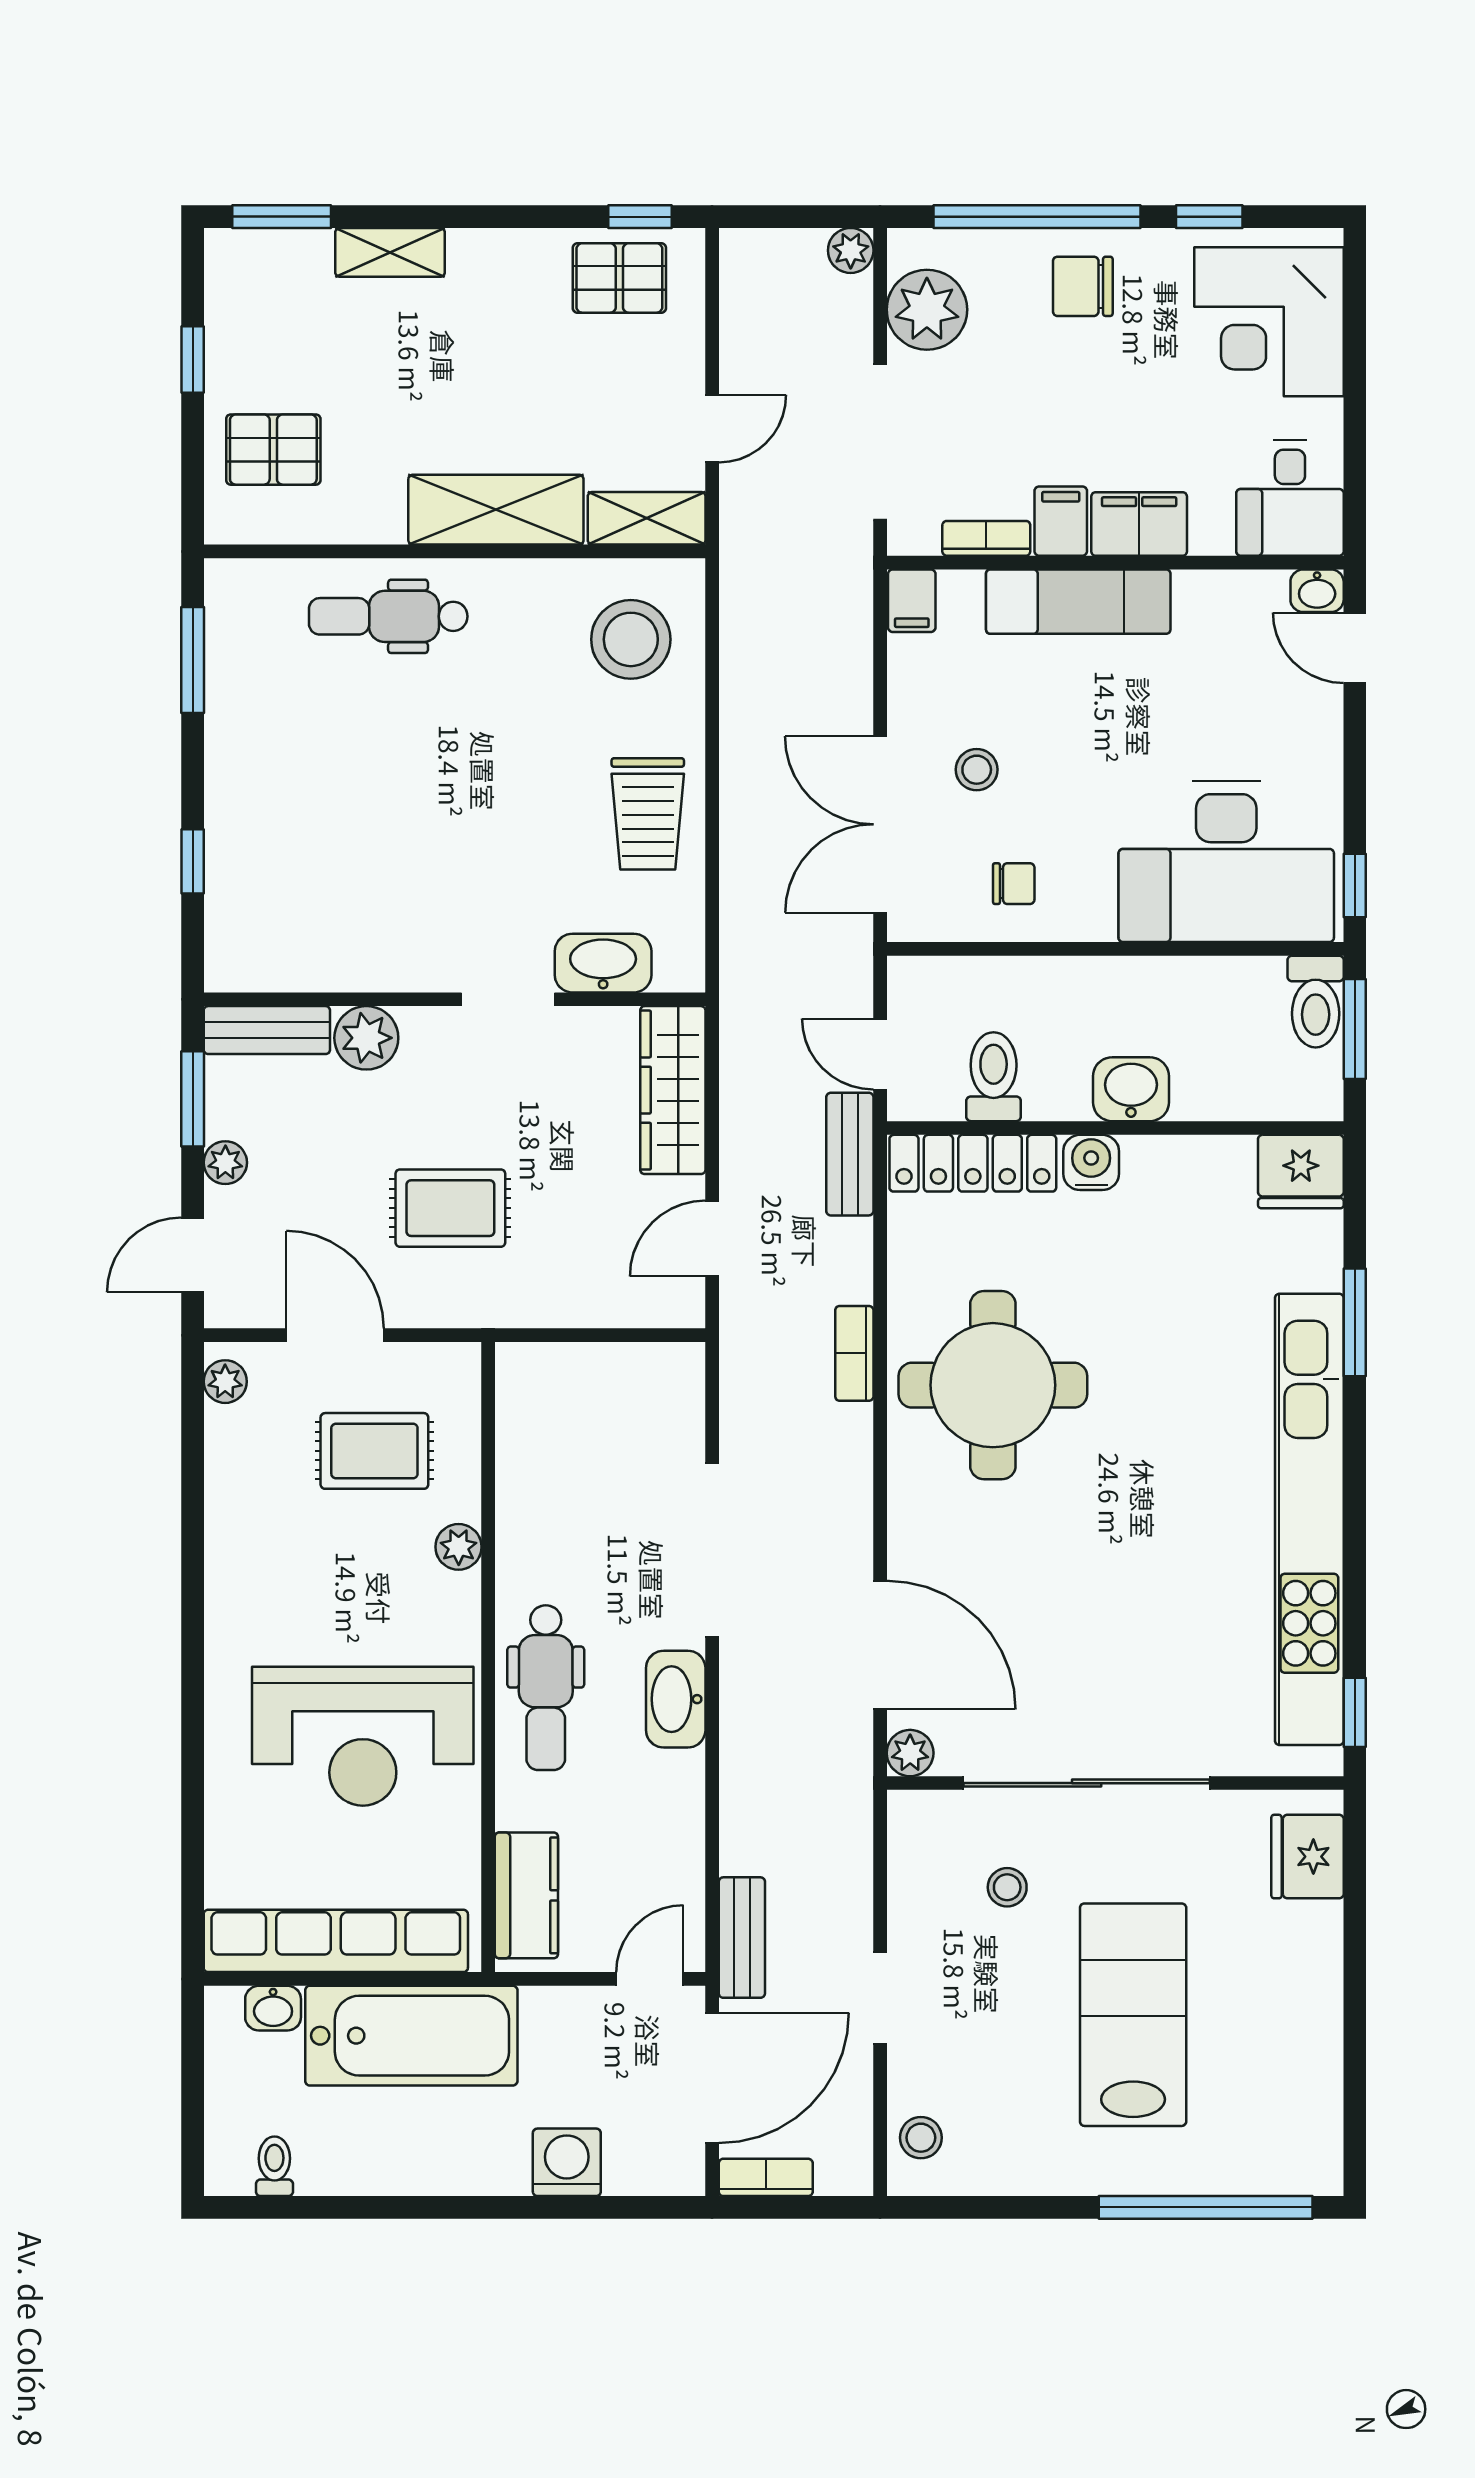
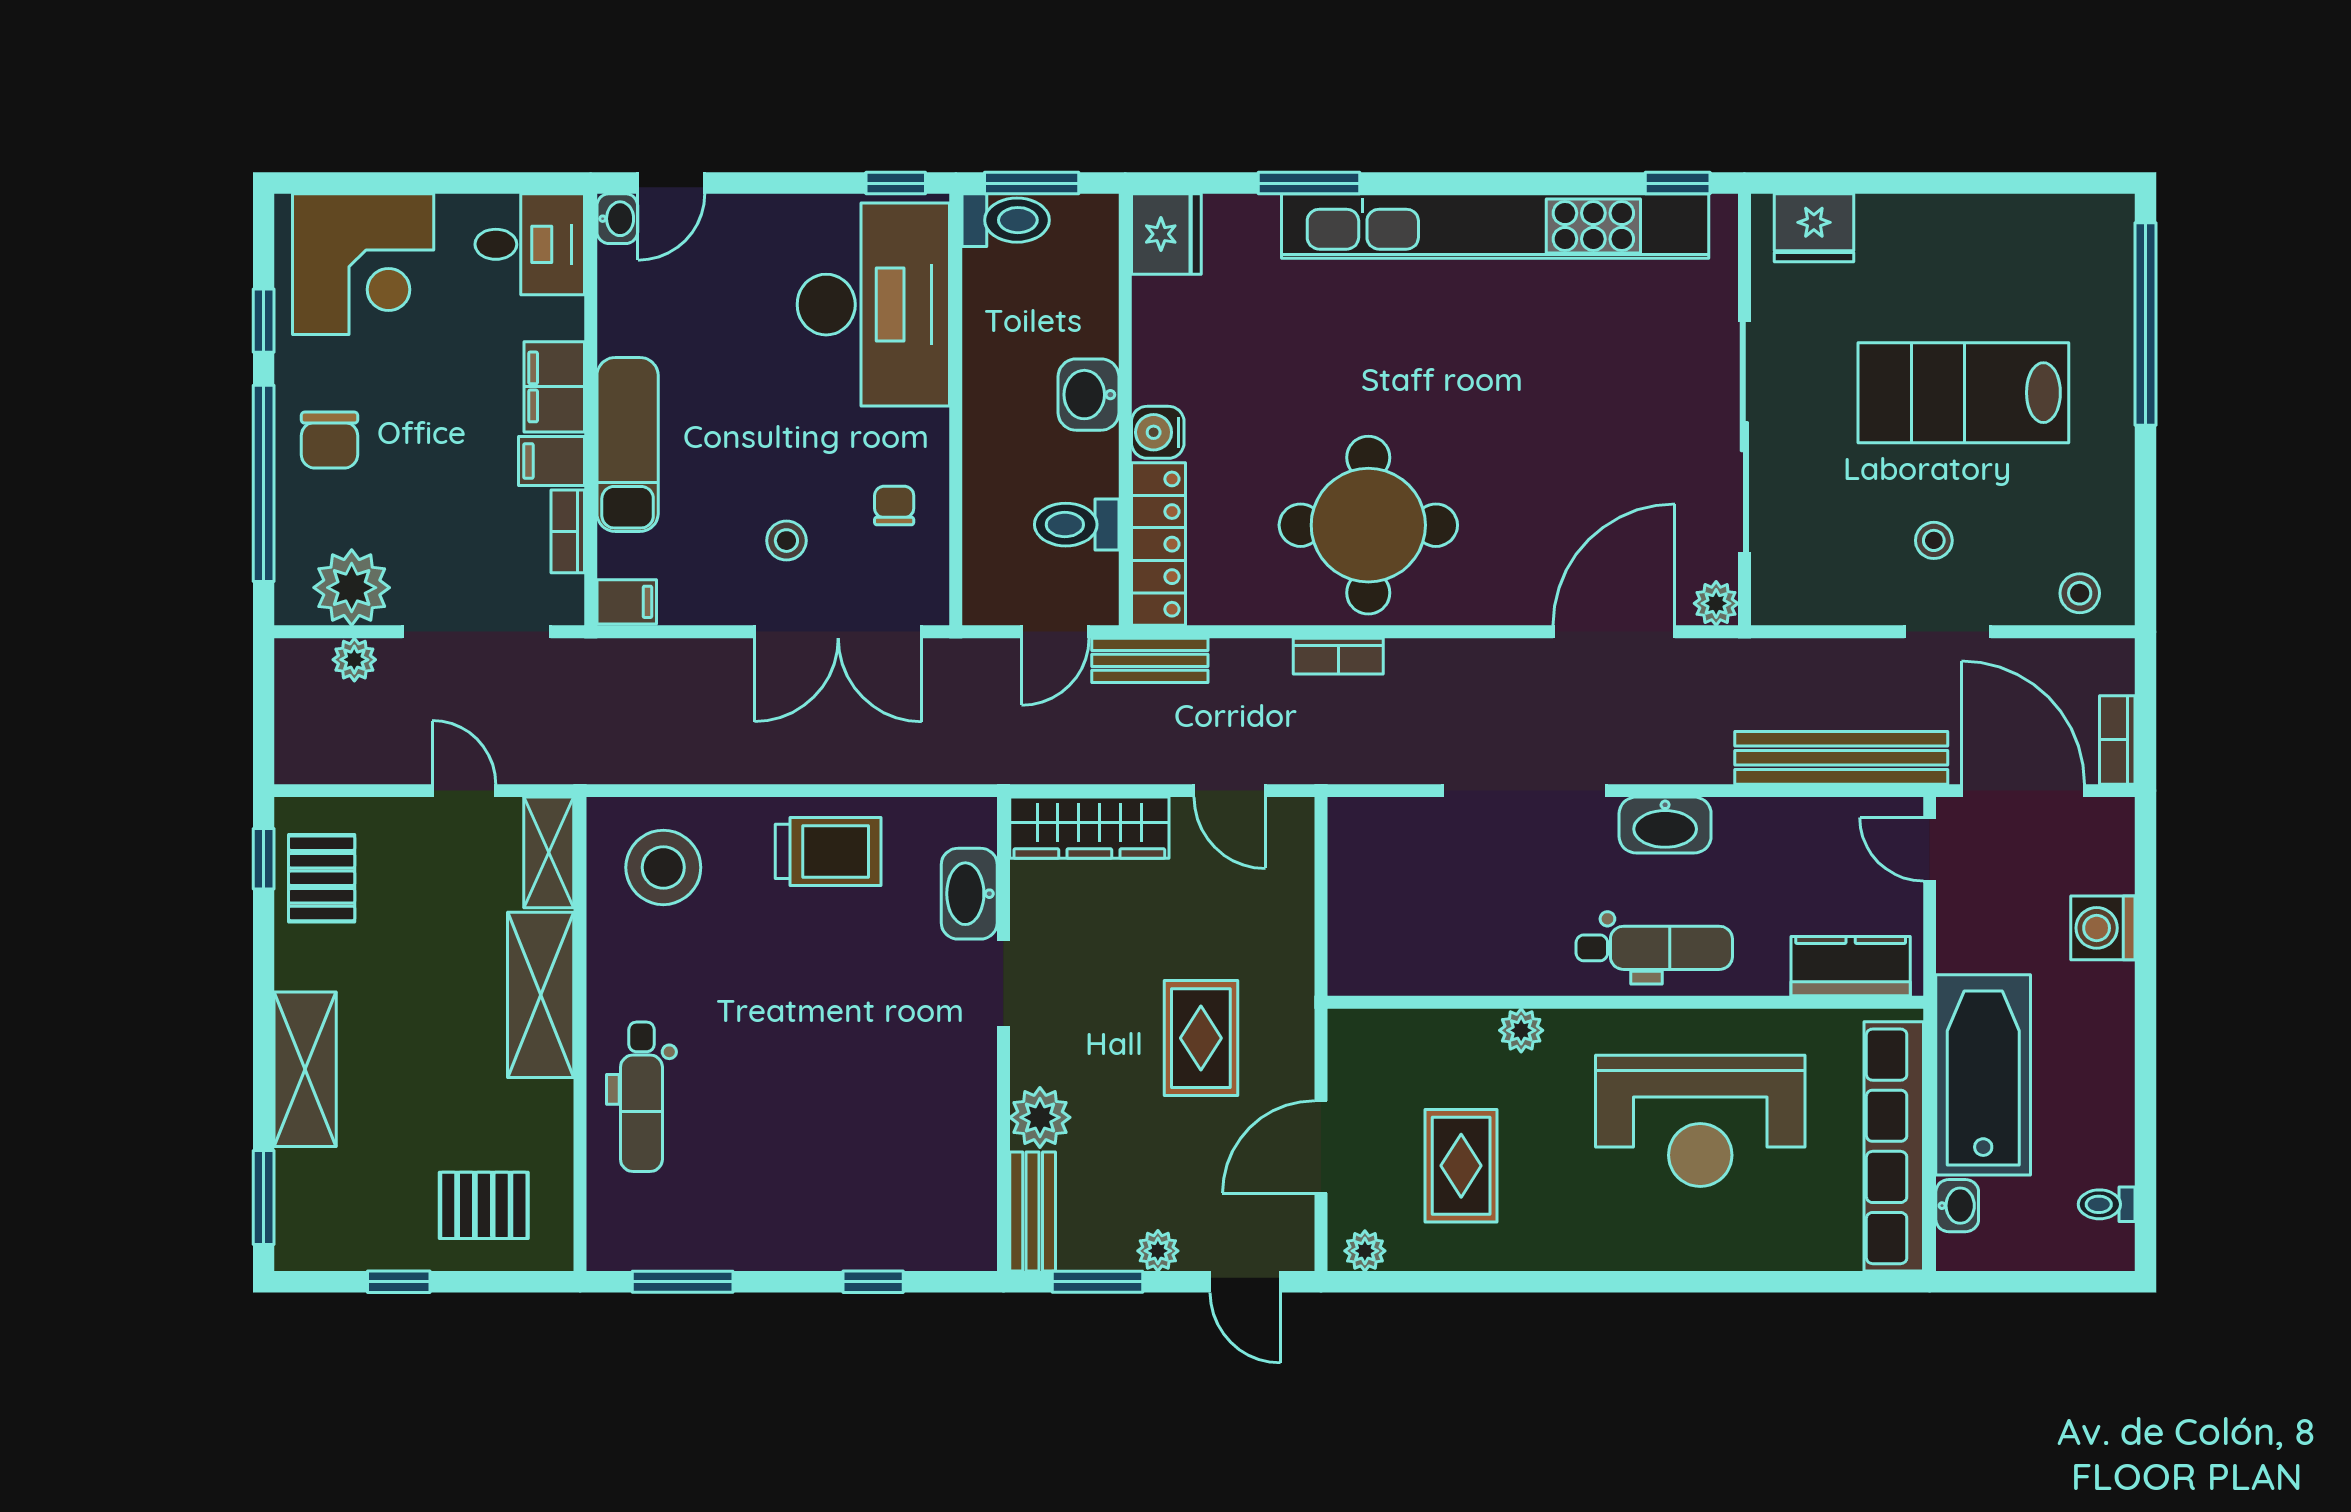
plant: (851, 250) -> (354, 660), moved
shelving: (390, 252) -> (305, 1069), width x1.50, depth x1.33
pallet: (273, 450) -> (484, 1205), turned 90
rug: (374, 1451) -> (1461, 1166), moved
reception desk: (363, 1736) -> (1700, 1121), turned 90
stool: (1007, 1887) -> (1934, 540), moved
bench: (742, 1938) -> (1841, 758), width x1.86, depth x1.21

